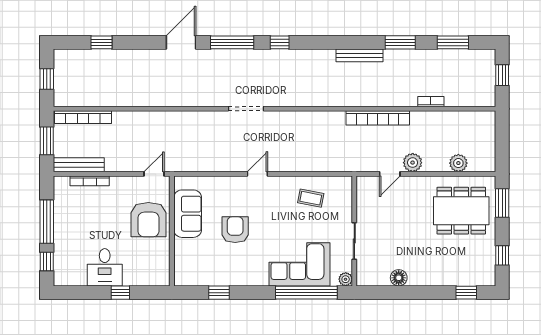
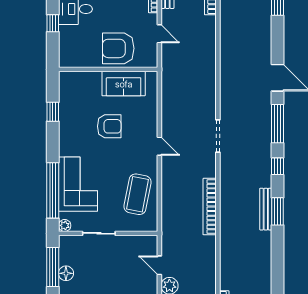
window: (400, 42) -> (278, 211), moved
bench: (360, 55) -> (266, 209), moved
bookcase: (378, 118) -> (210, 207), moved
door: (154, 174) -> (159, 34), moved
coffee table: (311, 198) -> (138, 194), width x1.86, depth x1.72
window: (392, 293) -> (53, 267), added

